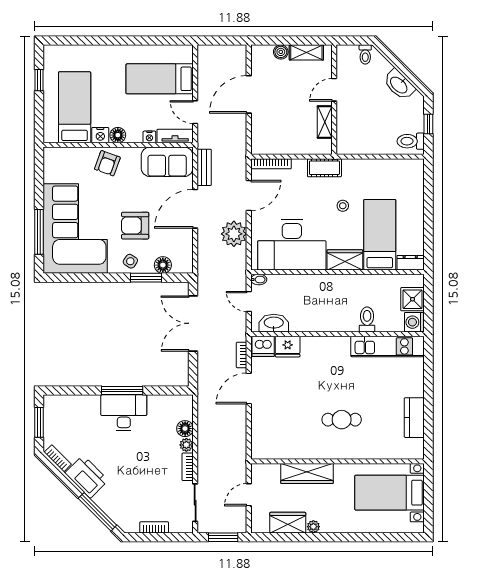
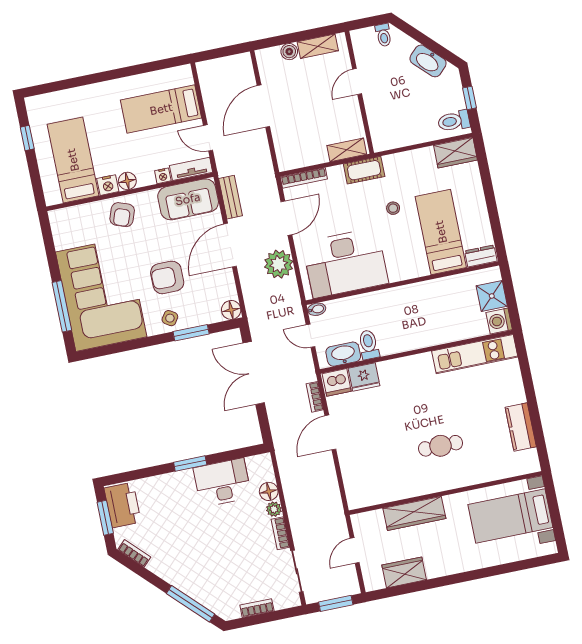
shelving: (325, 122) -> (347, 150), moved, turned 90
wardrobe: (345, 260) -> (455, 153), moved, turned 180
floor lamp: (163, 265) -> (231, 310), moved
toilet: (367, 319) -> (369, 345), moved
window: (122, 391) -> (190, 464), width x0.69
desk: (124, 413) -> (222, 483), moved
printer: (87, 477) -> (123, 505), moved, turned 45
plant: (313, 527) -> (434, 571), removed

